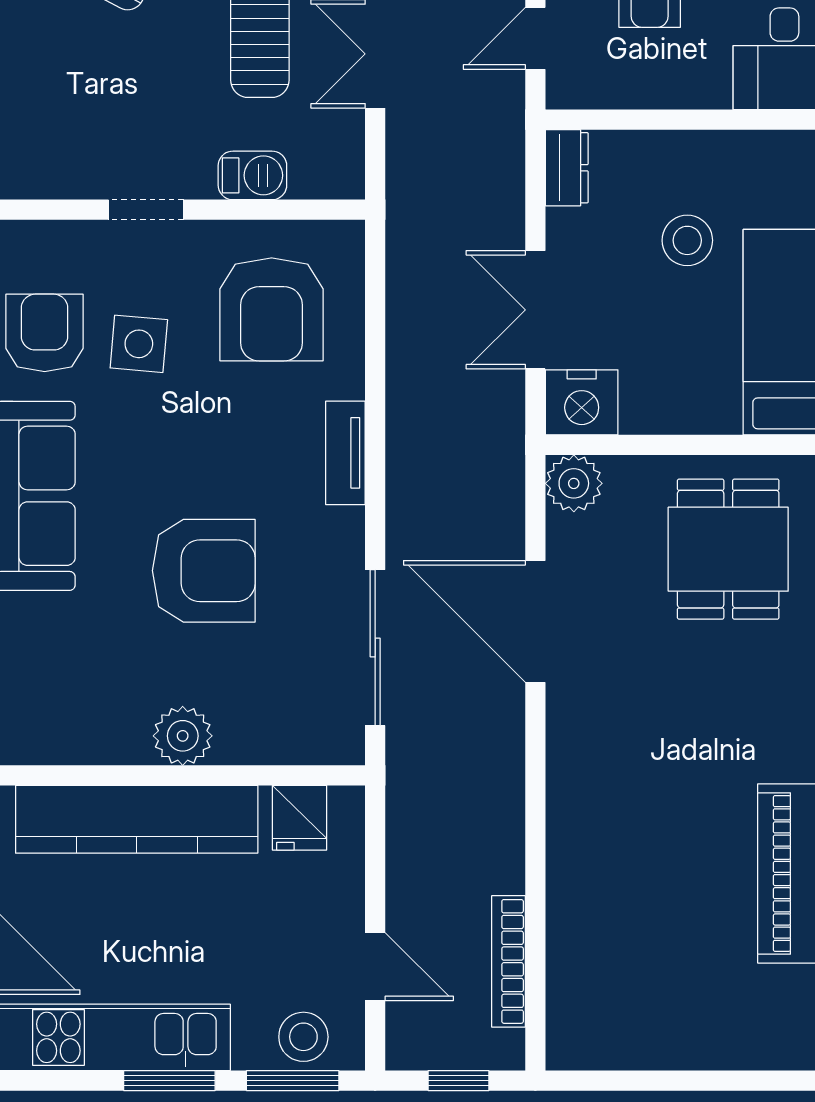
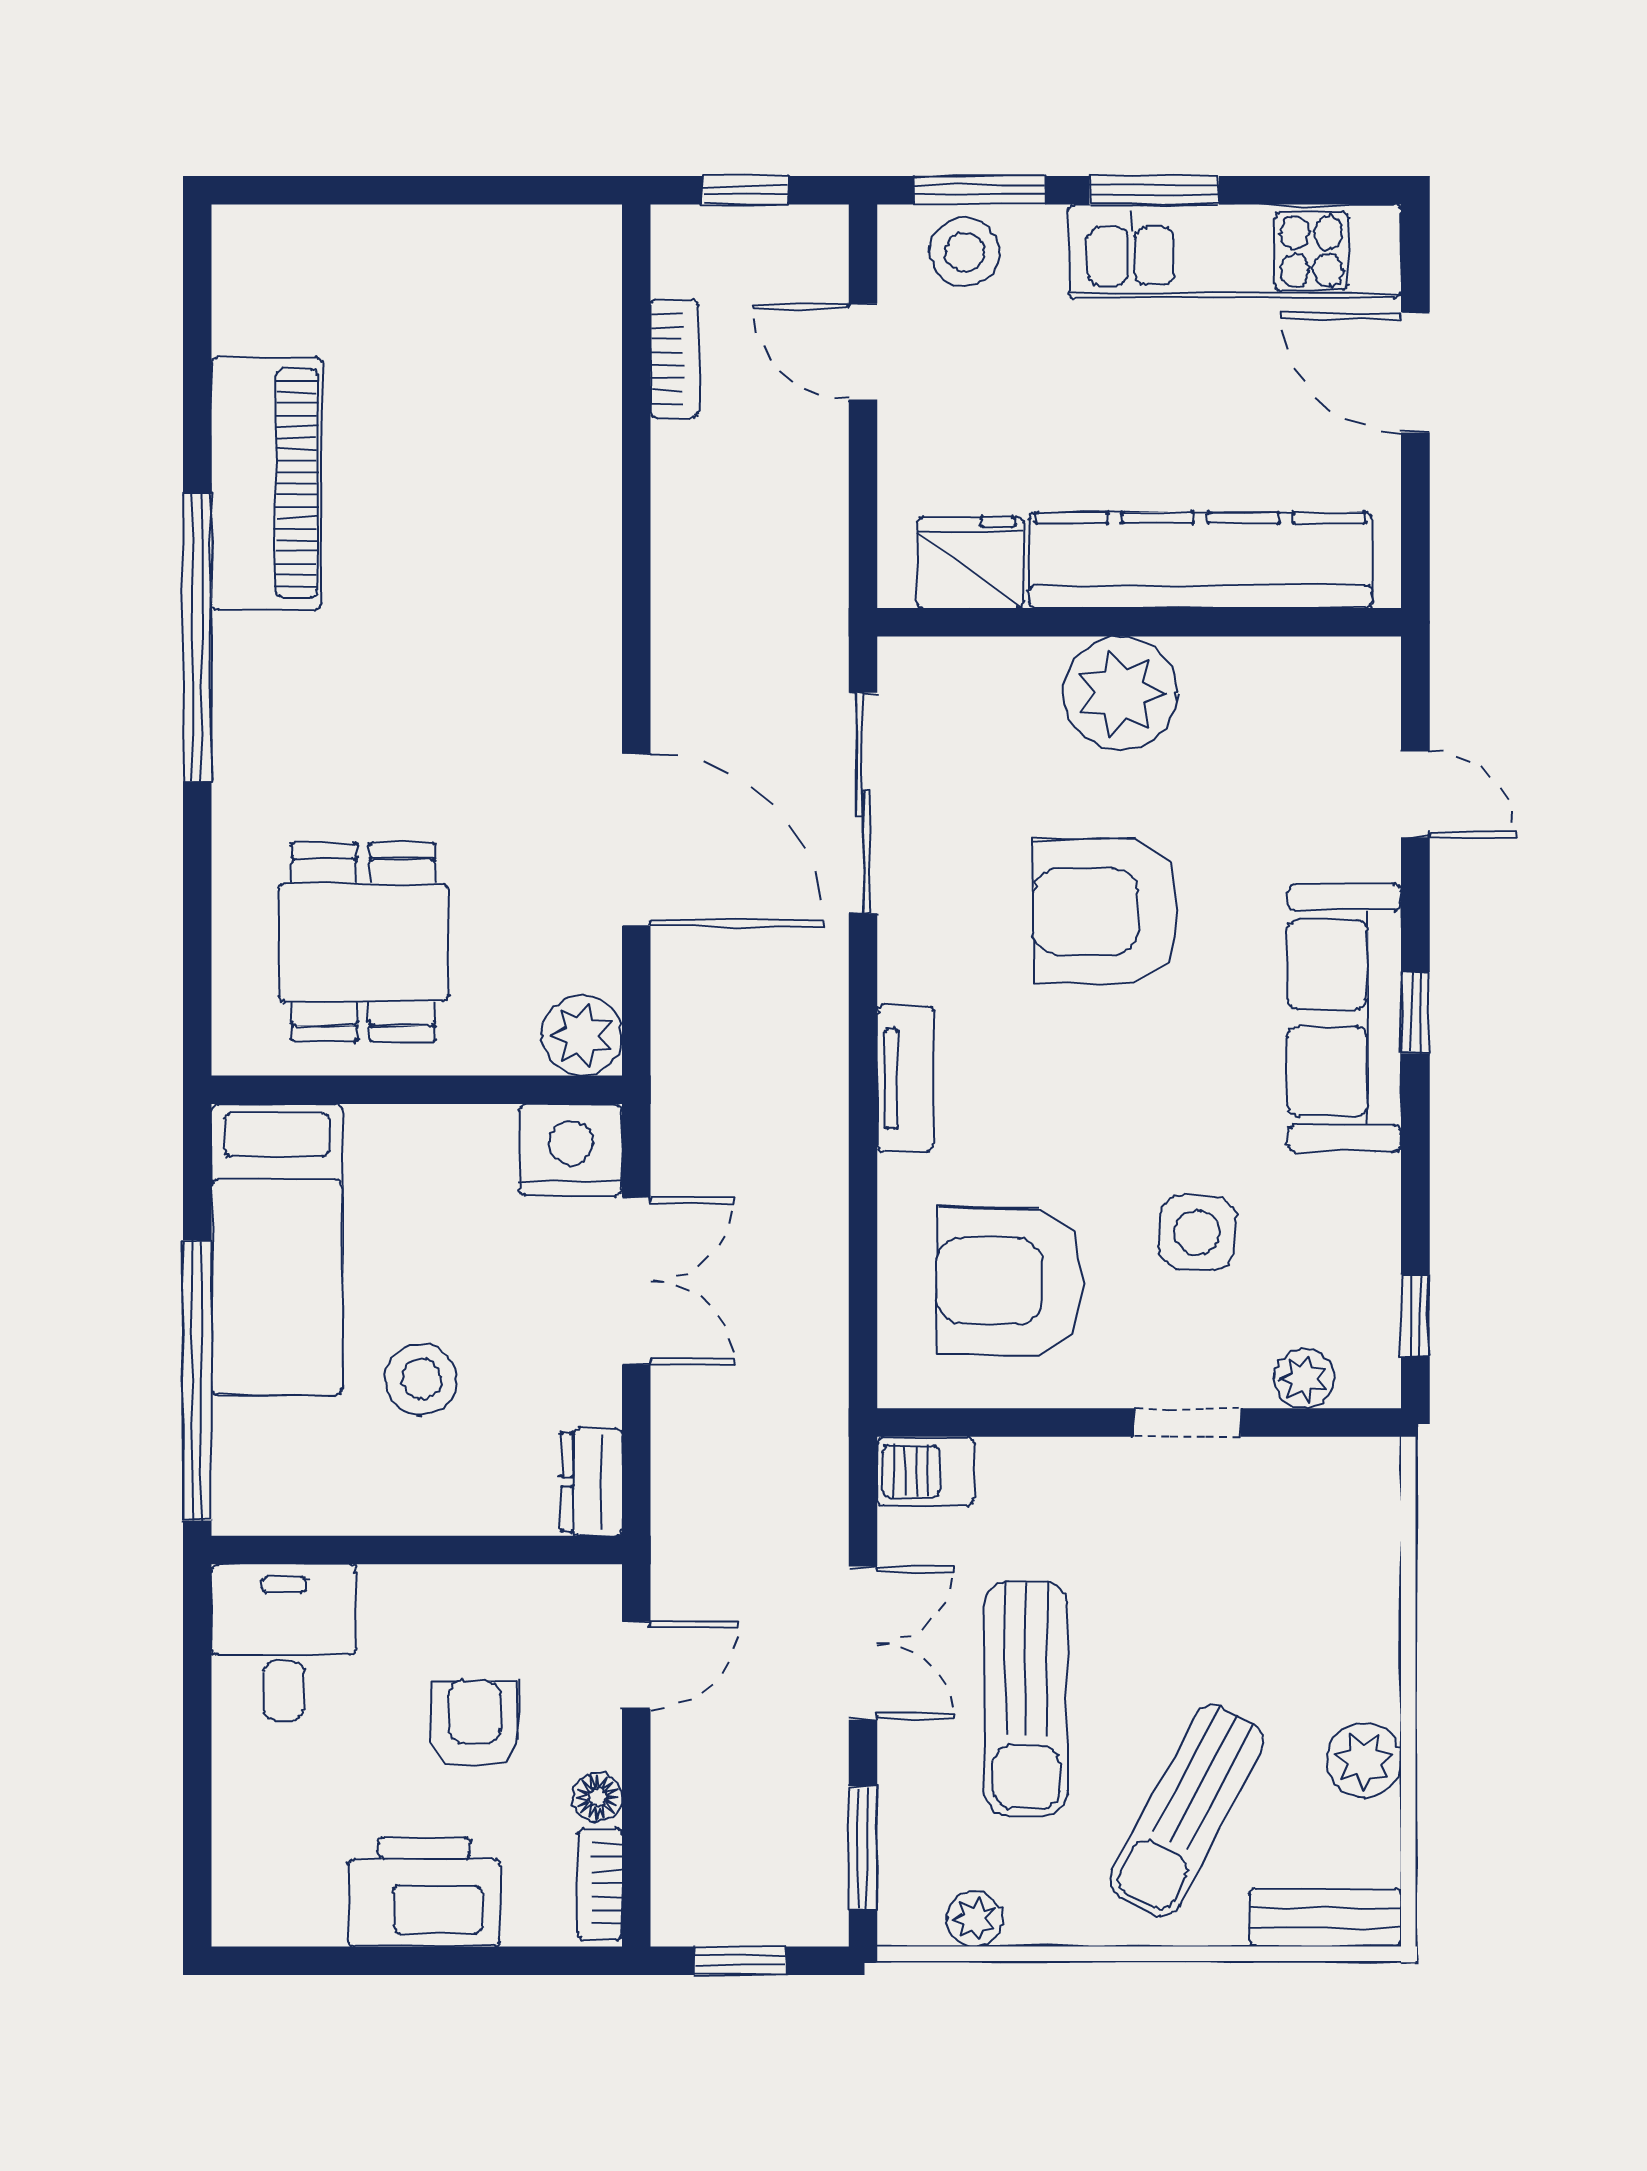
barbecue: (252, 175) -> (926, 1471), moved
plant: (64, 241) -> (1304, 1379), added
armchair: (272, 309) -> (1010, 1282), turned -89
armchair: (45, 333) -> (1331, 1248), removed
plant: (183, 736) -> (1120, 693), width x1.36, depth x1.36
fridge: (299, 818) -> (970, 562), width x1.38
bookcase: (509, 961) -> (674, 359), width x0.64

